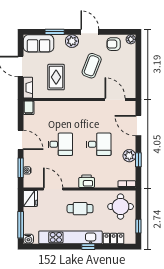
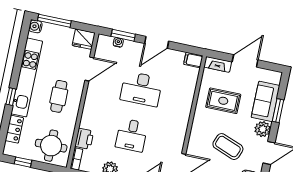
sofa: (39, 43) -> (265, 101), moved
desk: (60, 144) -> (141, 89), width x1.37
printer: (87, 181) -> (84, 139), moved

